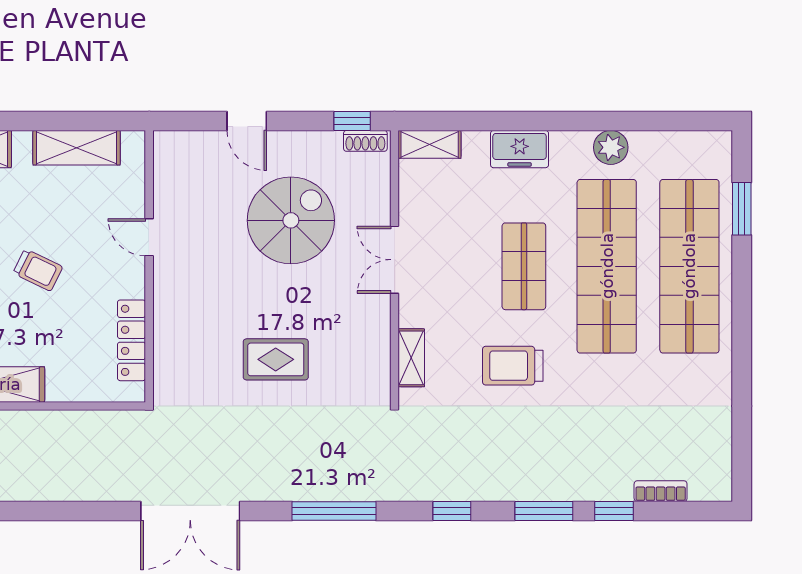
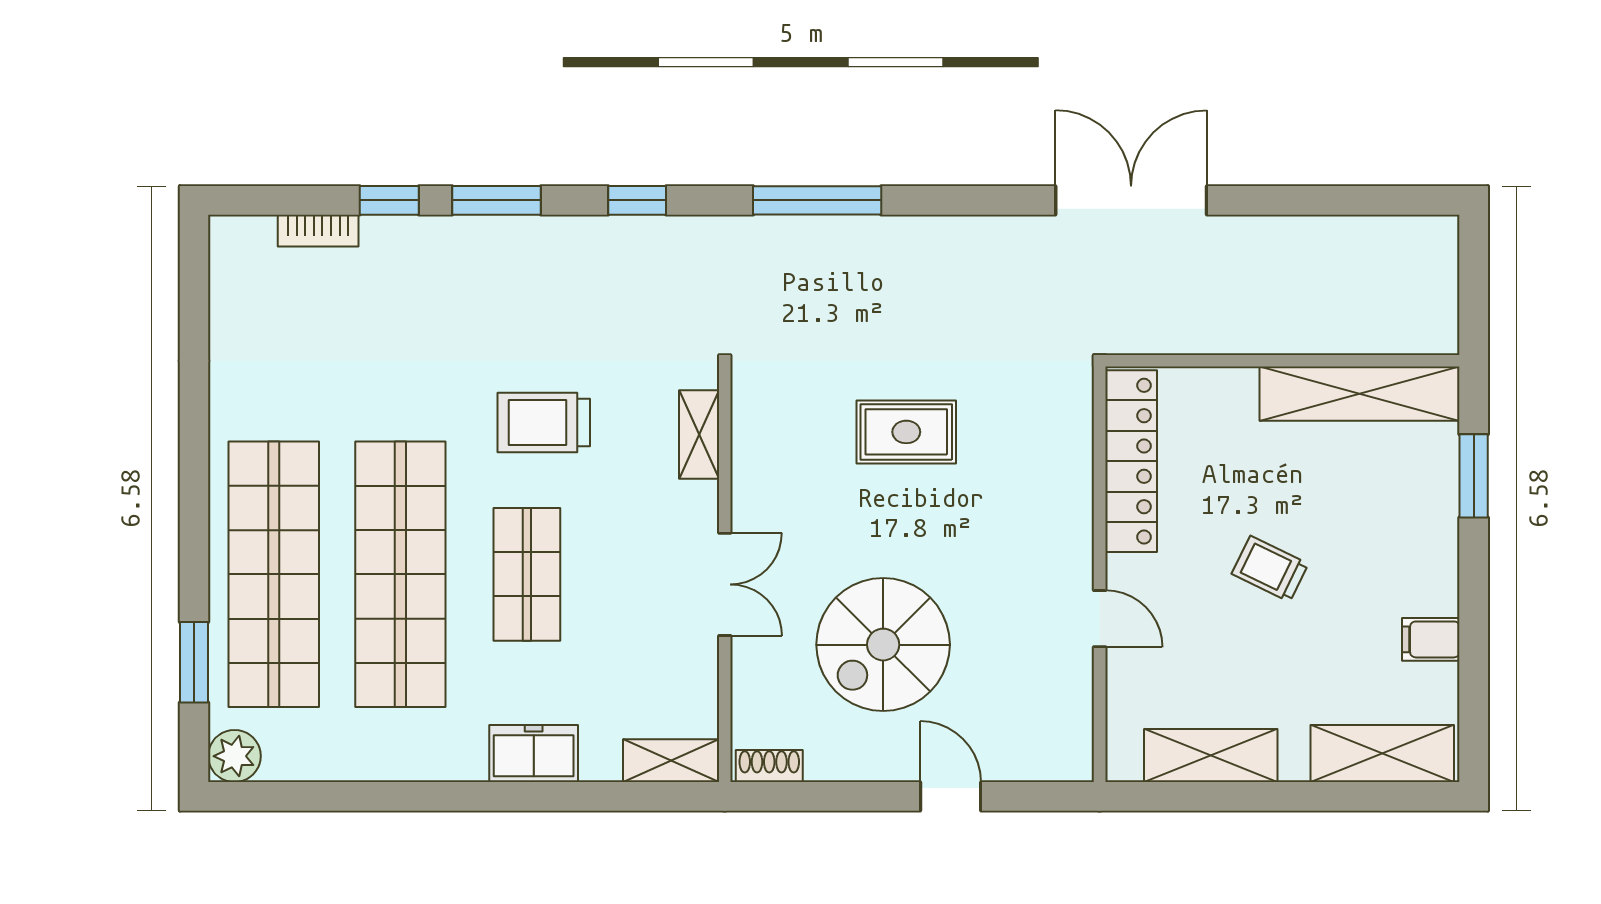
window: (352, 121) -> (790, 796), removed
plant: (611, 147) -> (234, 756), moved
locker: (132, 340) -> (1131, 461), width x1.41, depth x1.21
trolley: (513, 366) -> (544, 422), turned 180
double door: (190, 511) -> (1131, 200), moved

